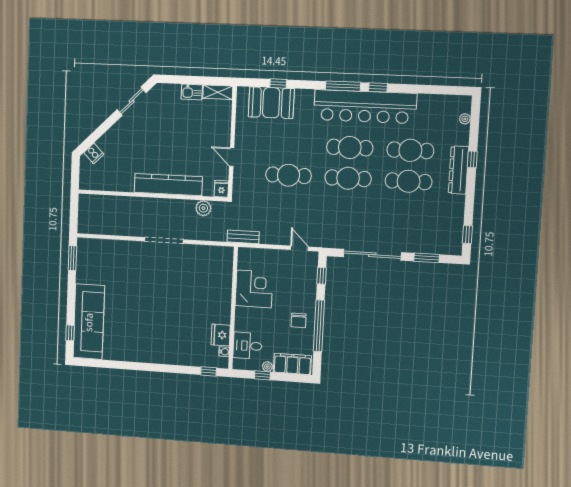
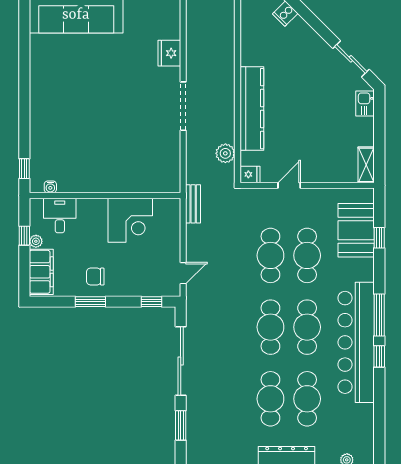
kitchen sink: (192, 92) -> (365, 103), moved
cafe table: (290, 145) -> (307, 255), added
window: (319, 326) -> (90, 302), width x0.47
fridge: (221, 335) -> (169, 53), moved, turned -90

